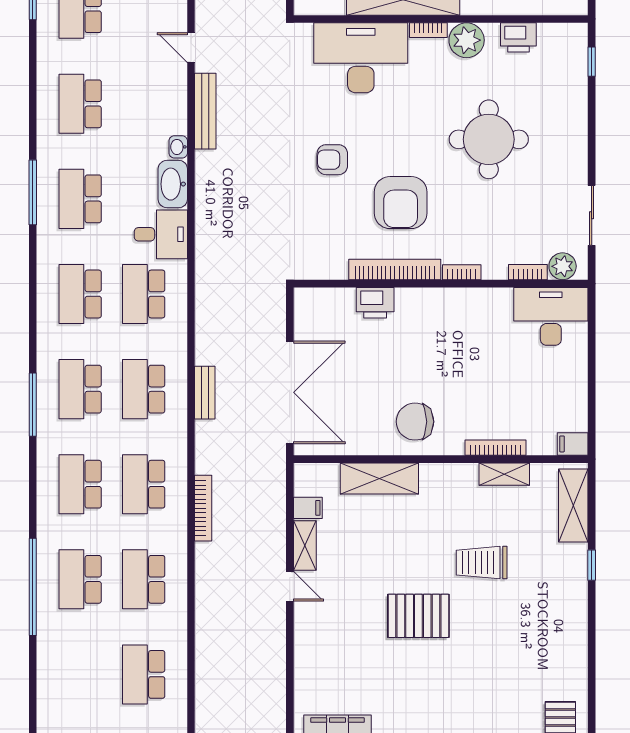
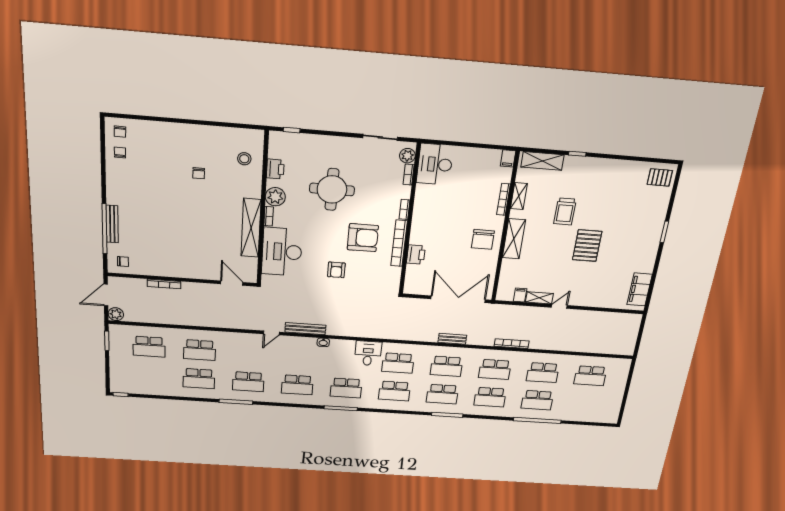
washbasin: (173, 184) -> (342, 346), removed
shelving: (379, 478) -> (514, 239), moved

